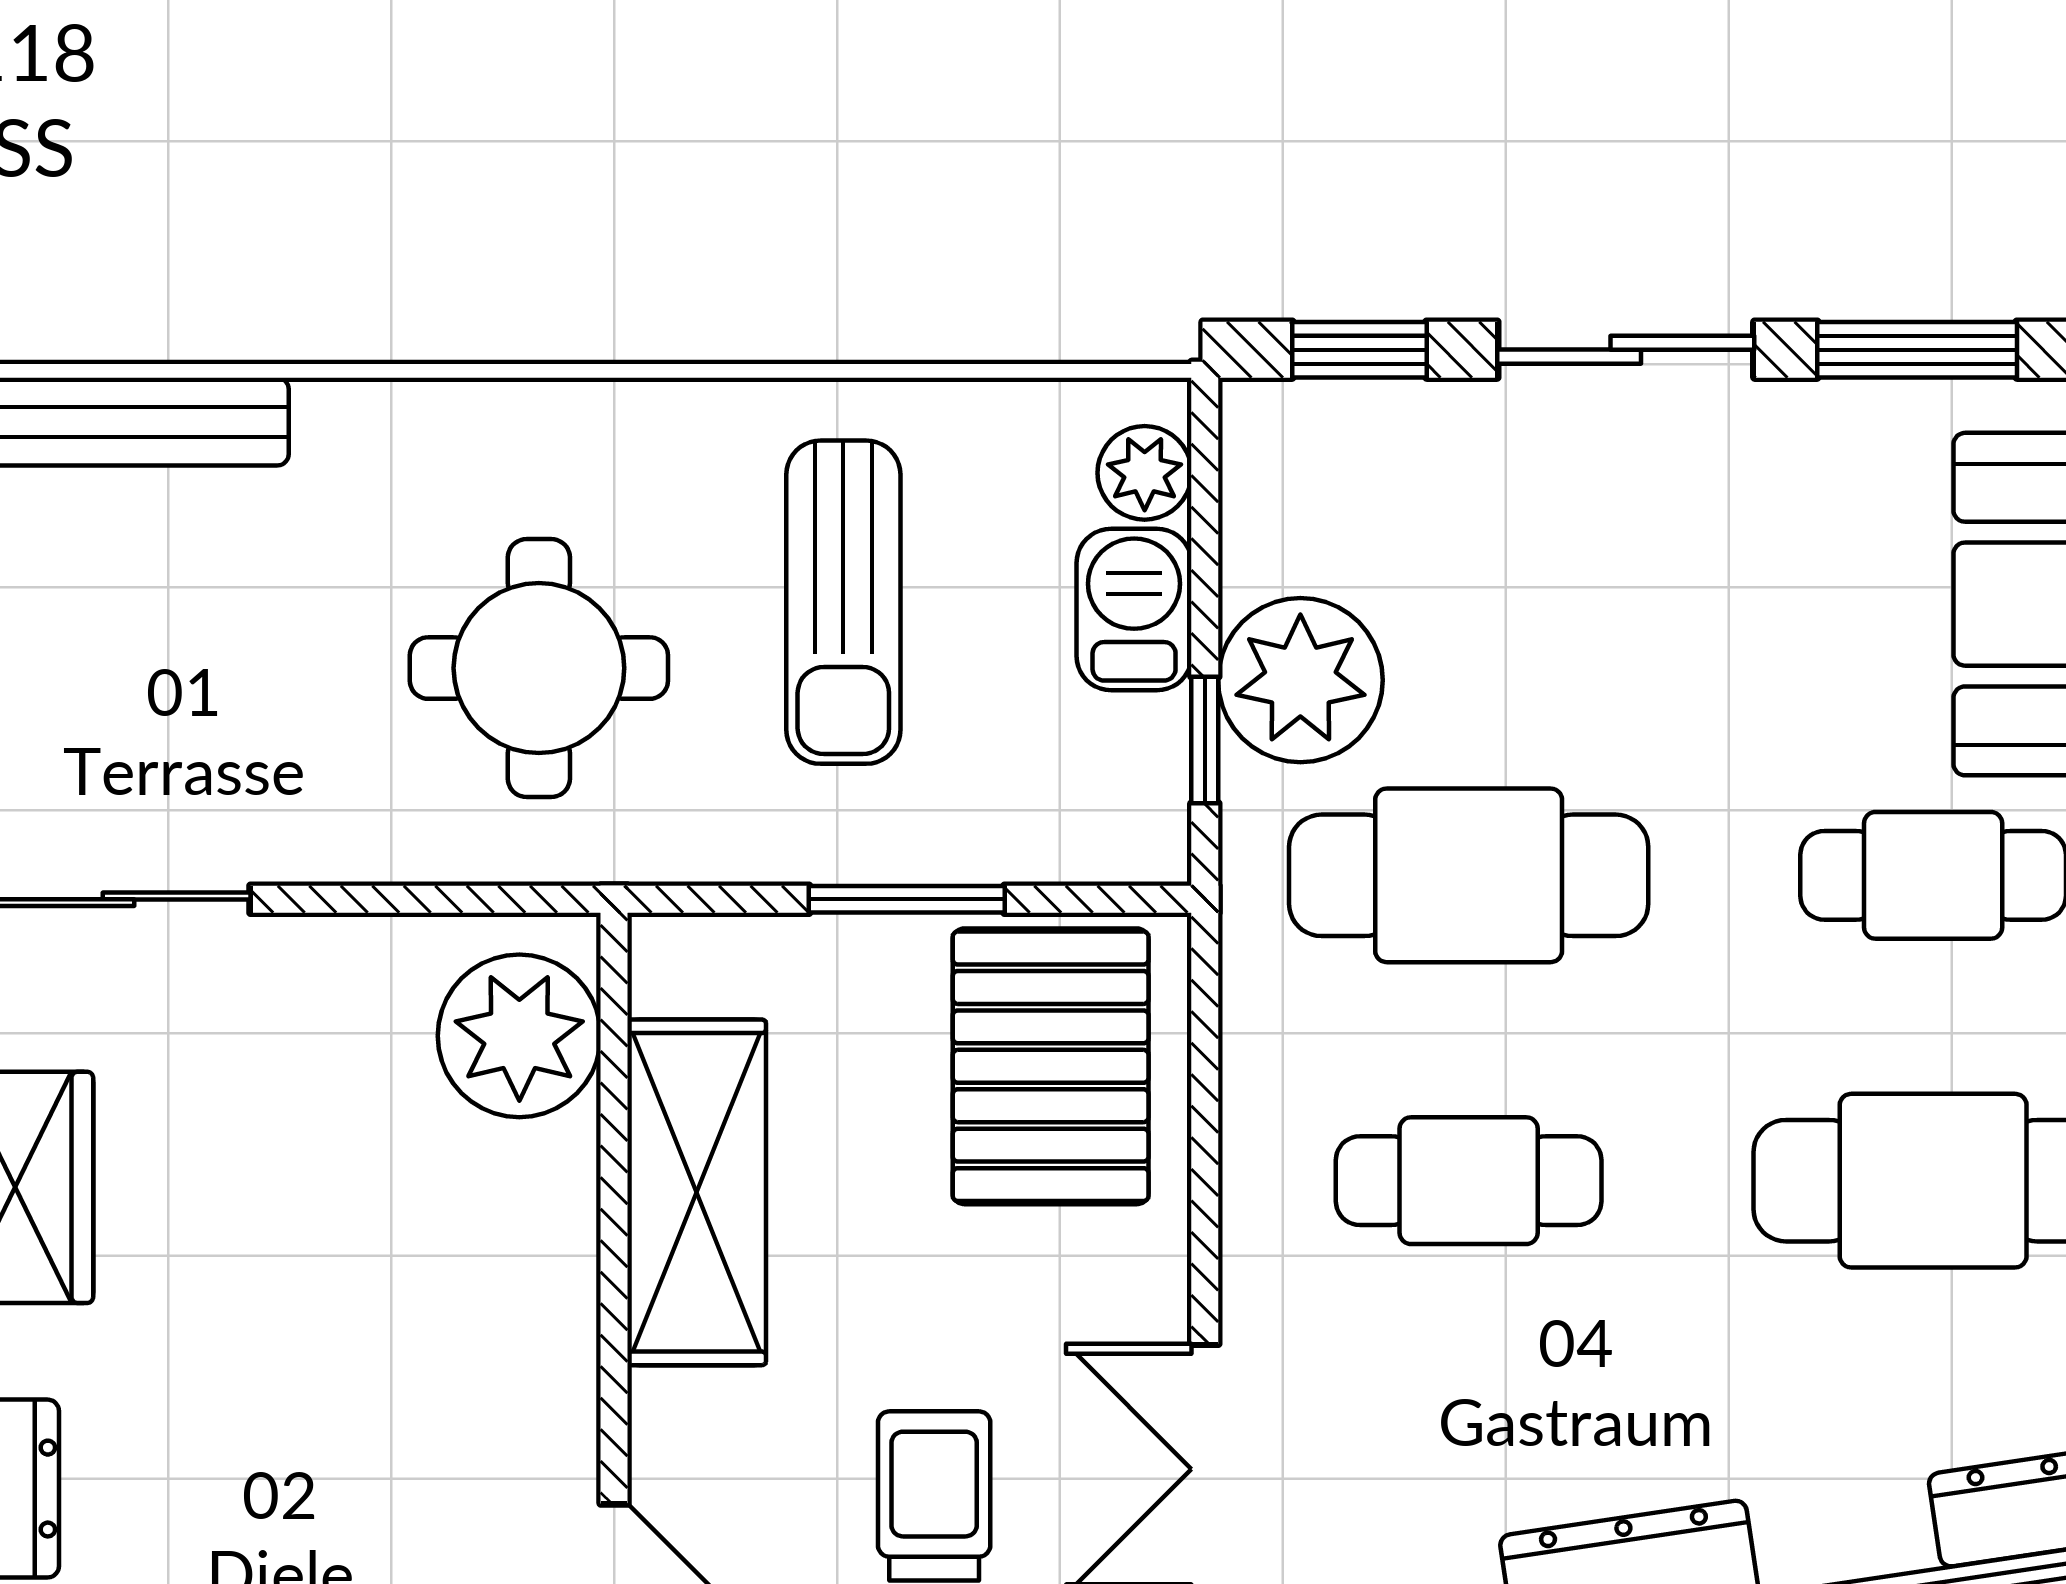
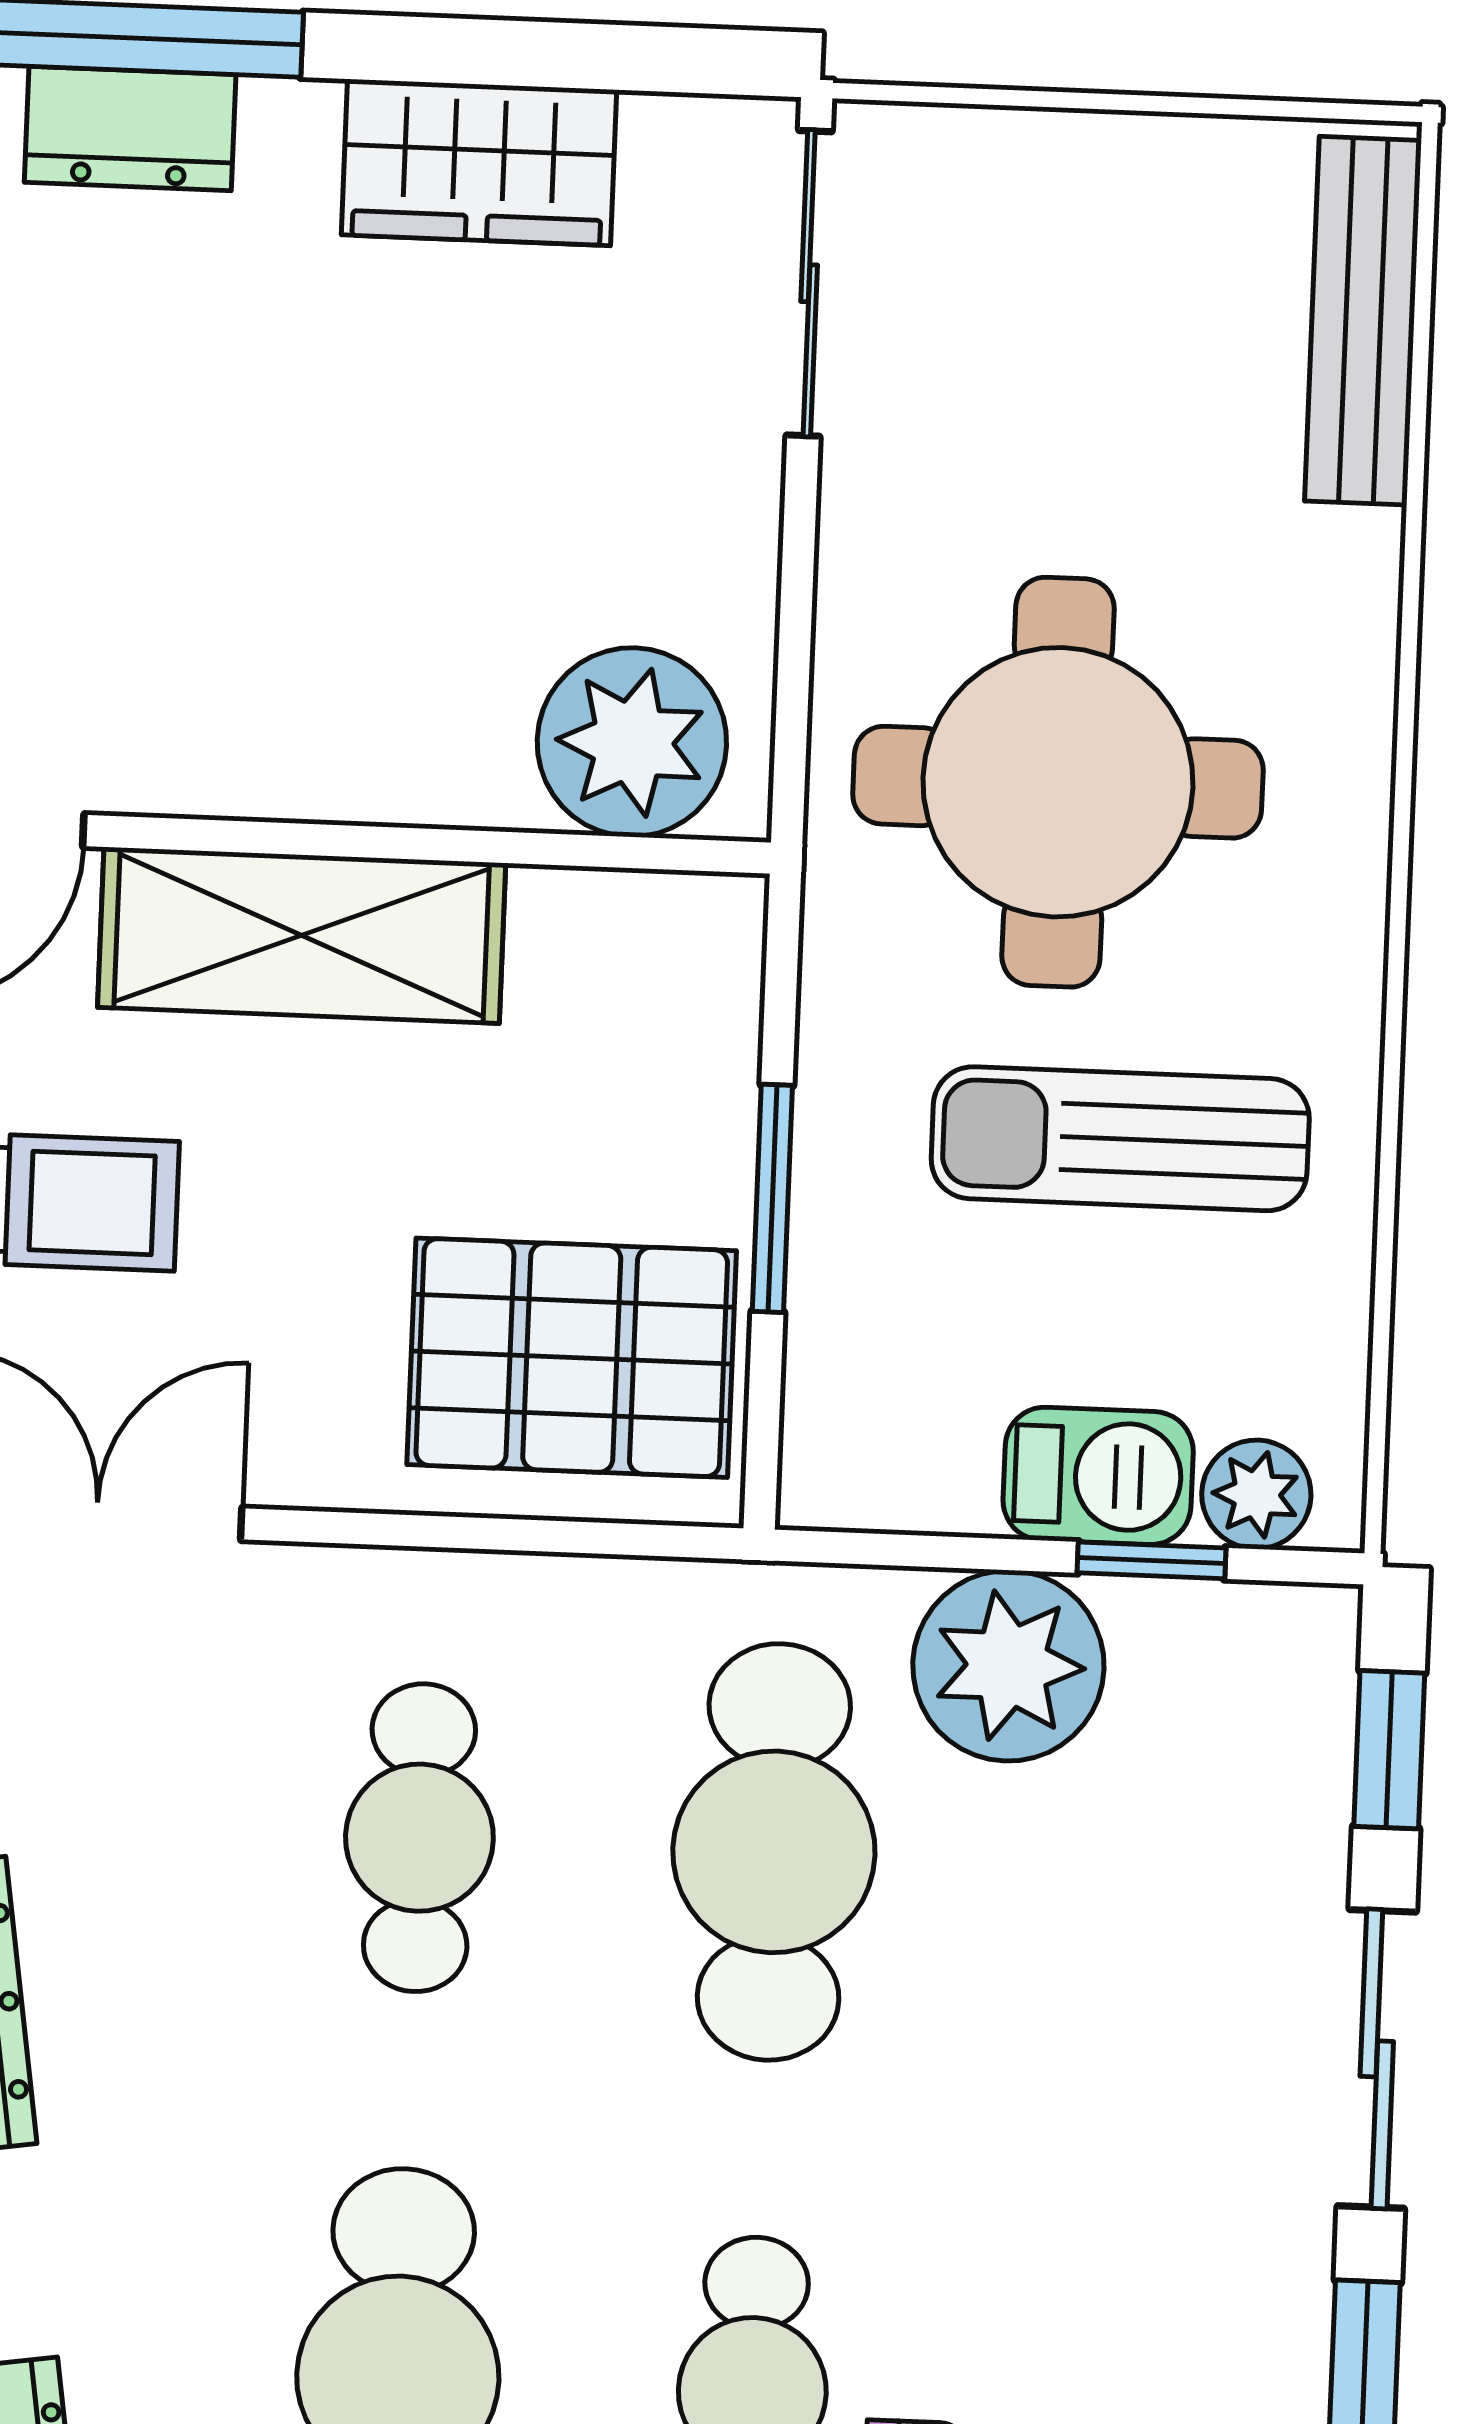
round table: (539, 668) -> (1058, 782), width x1.36, depth x1.36
window: (1205, 740) -> (1152, 1560), moved
shelving: (697, 1192) -> (302, 935), moved

